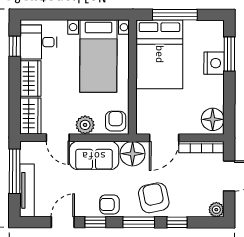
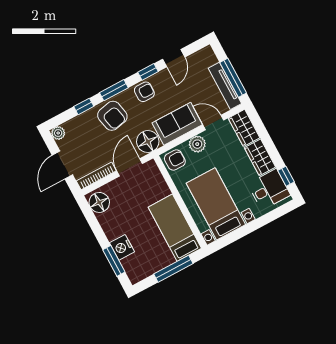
bed: (159, 54) -> (175, 228), width x0.67
armchair: (116, 121) -> (175, 160), turned -90
tv unit: (27, 190) -> (225, 86), moved

